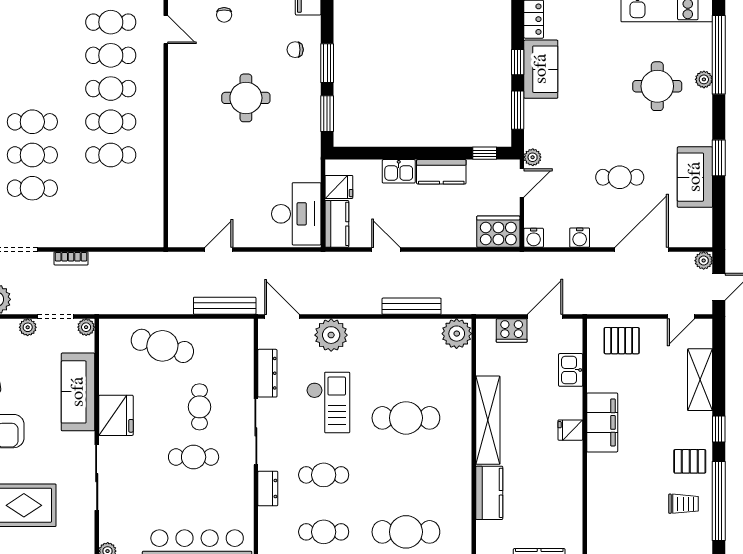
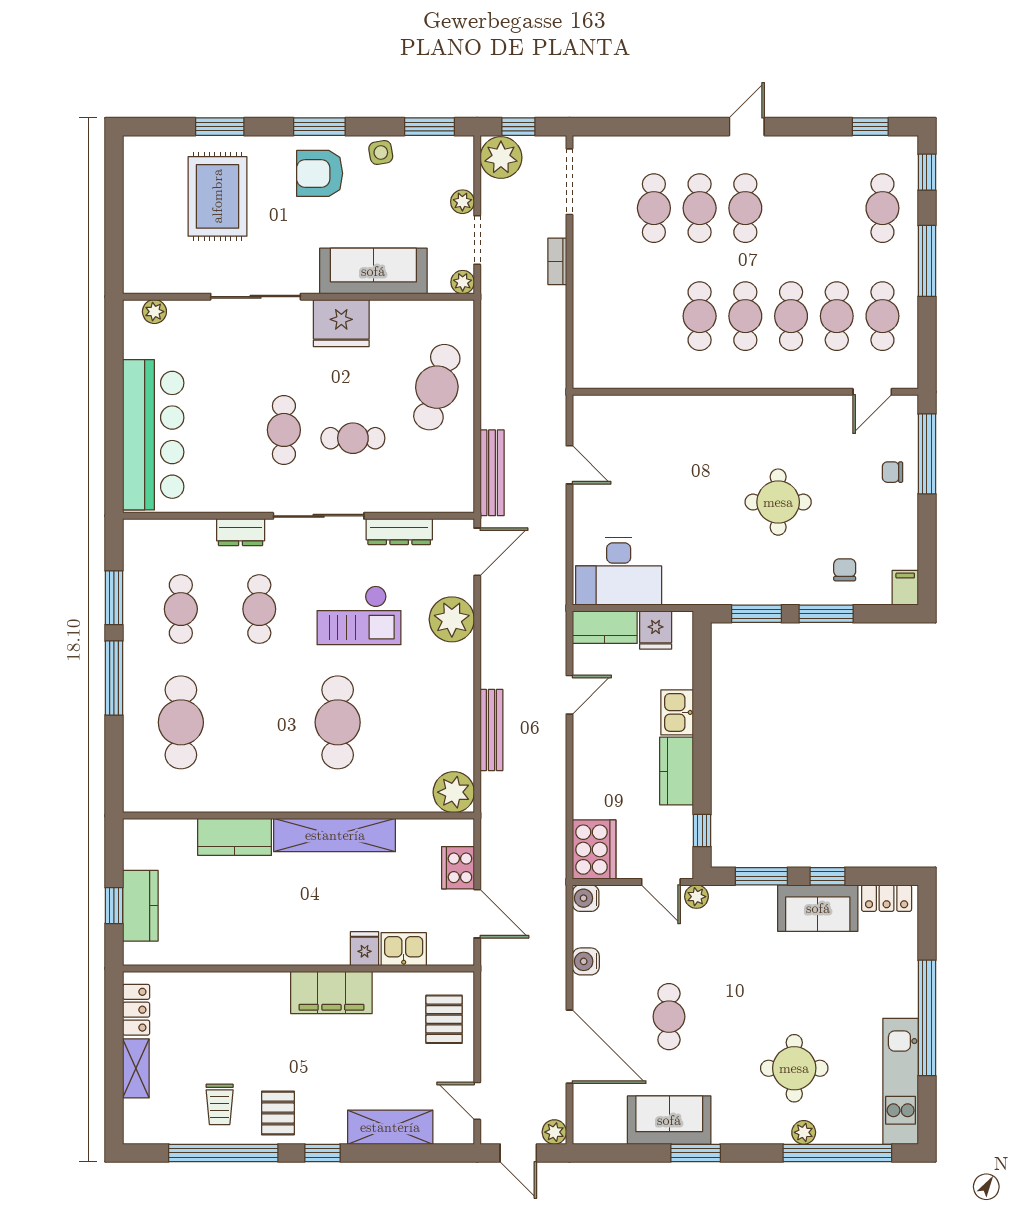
cafe table: (32, 22) -> (882, 208), added
fridge: (570, 430) -> (365, 949), moved

